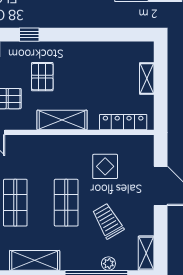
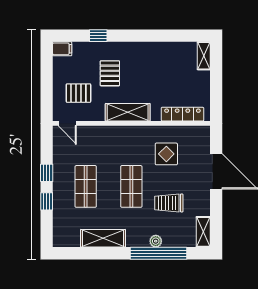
shelving: (147, 78) -> (204, 56), moved
trolley: (108, 221) -> (169, 203), turned -60
plant: (108, 264) -> (156, 241), moved

